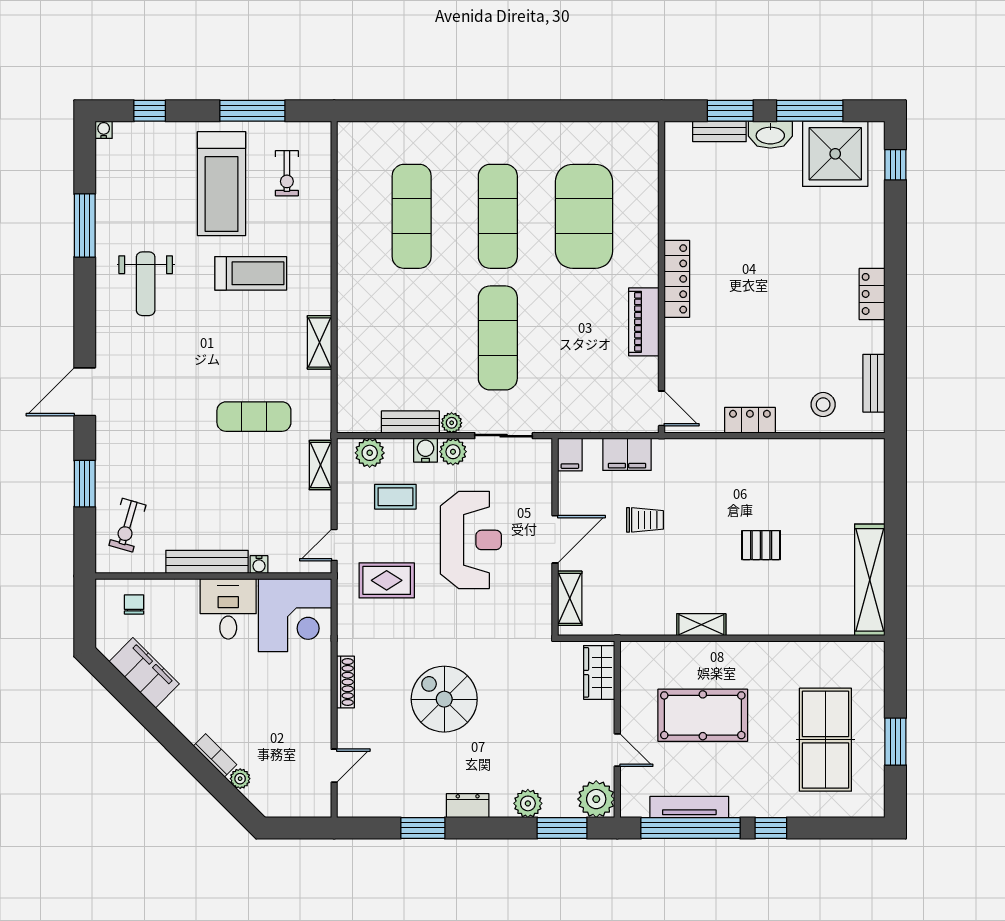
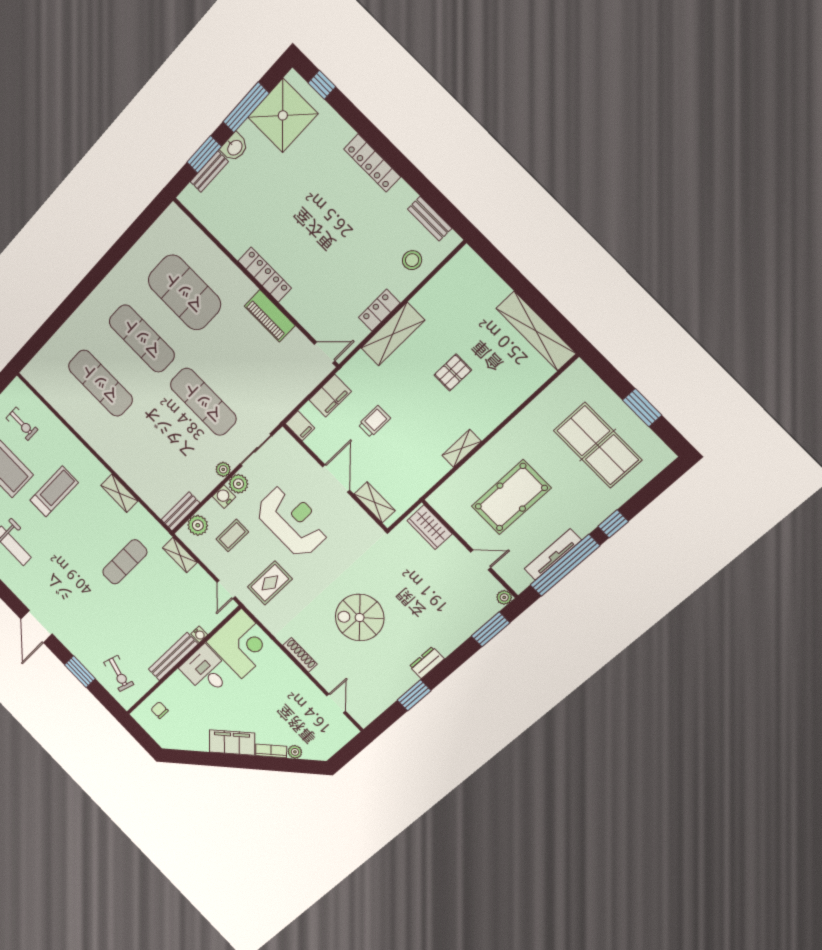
washbasin: (770, 135) -> (235, 147), width x0.72
locker: (872, 294) -> (372, 163), width x1.53
bench: (410, 422) -> (180, 511), moved
shelving: (741, 455) -> (393, 334), added
filing cabinet: (144, 673) -> (232, 742), moved
plant: (596, 799) -> (504, 597), width x0.53, depth x0.53
plant: (528, 803) -> (459, 633), removed

